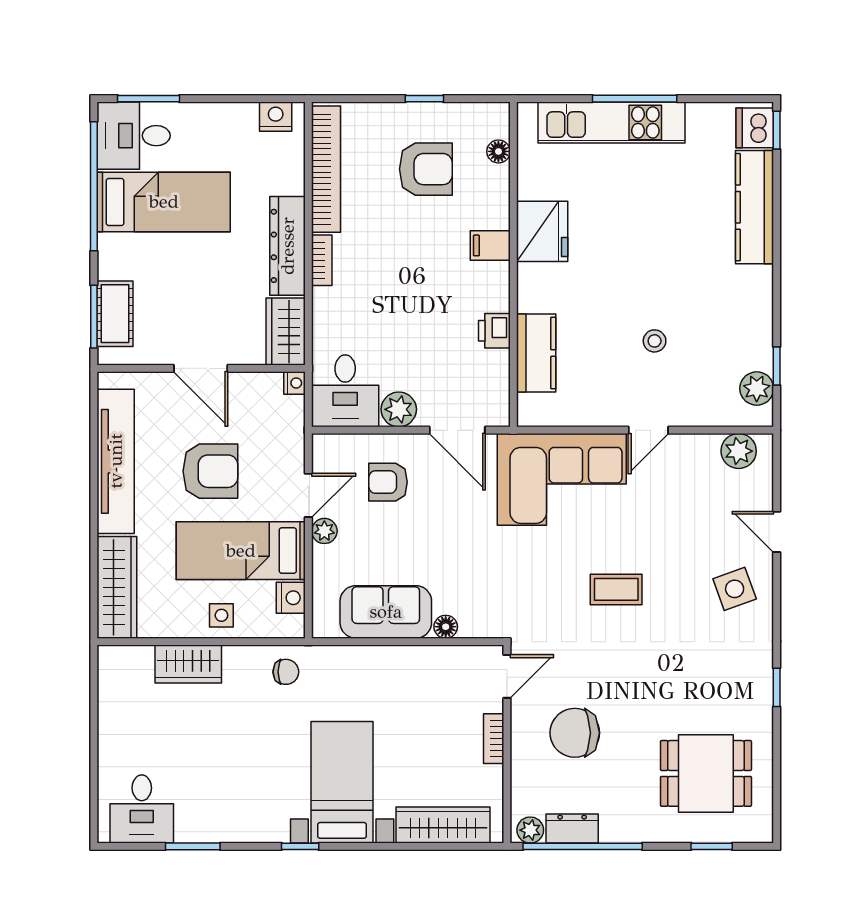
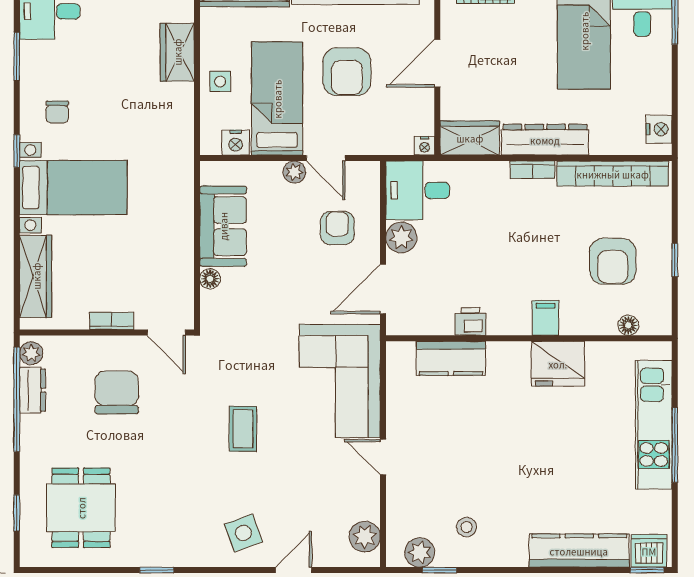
stool: (655, 341) -> (466, 527), moved
chair: (286, 672) -> (57, 112), moved

